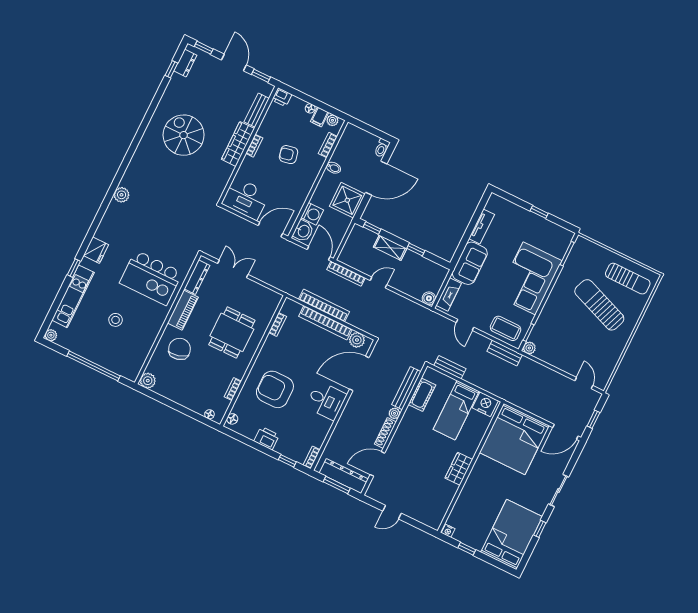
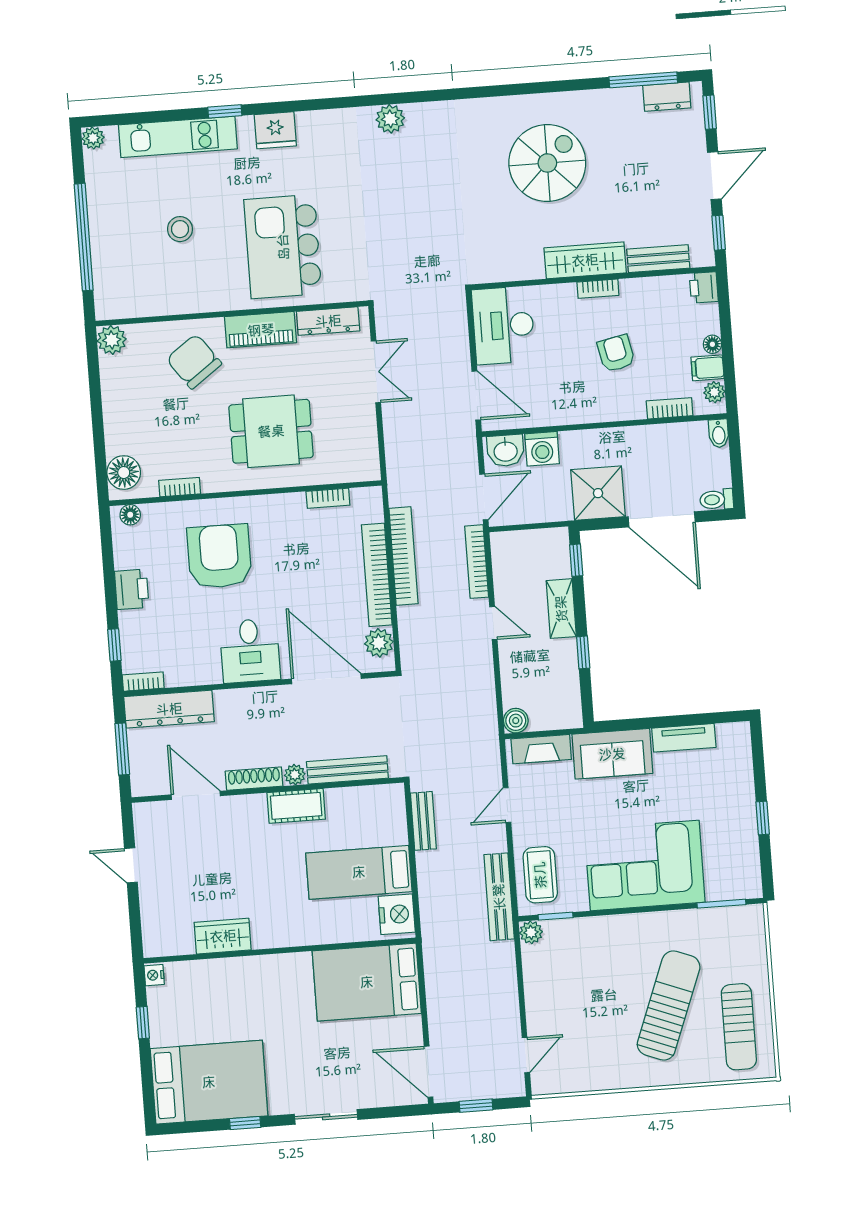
window: (171, 69) -> (643, 80), width x2.17
bidet: (333, 168) -> (719, 433), moved
chair: (179, 349) -> (194, 361), turned -112
bench: (505, 353) -> (499, 897), width x1.36
cot: (422, 395) -> (296, 806), moved
floor lamp: (209, 414) -> (124, 473), width x1.89, depth x1.89
bed: (514, 439) -> (367, 982), width x0.73
wardrobe: (459, 469) -> (223, 936), moved
dresser: (344, 476) -> (169, 709), moved, turned 90

